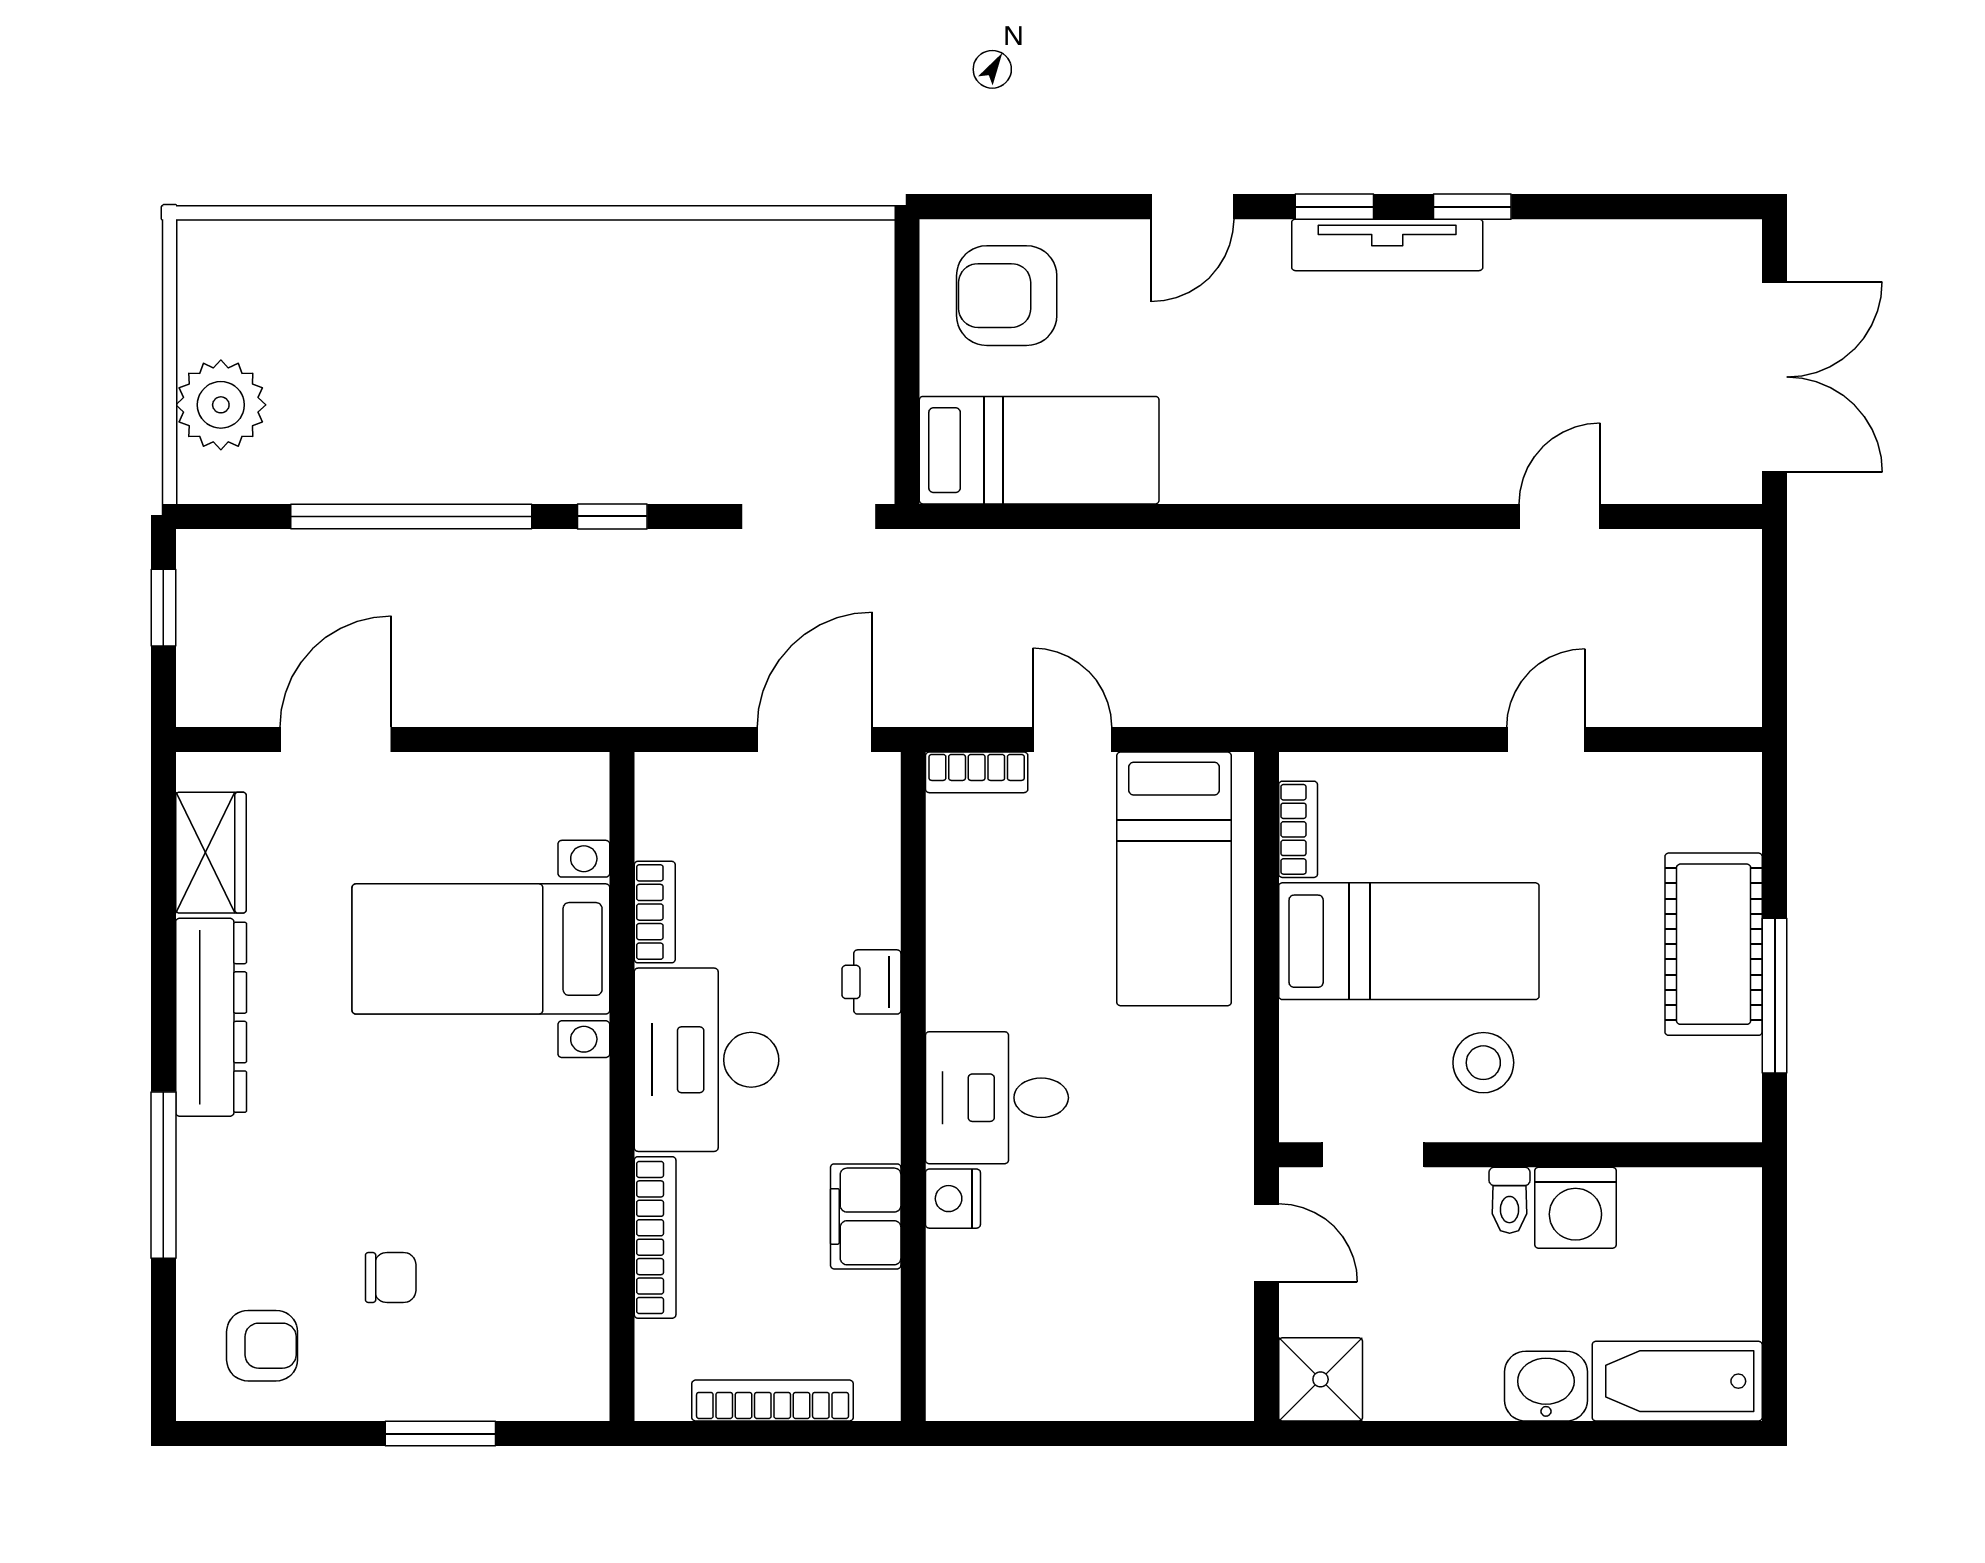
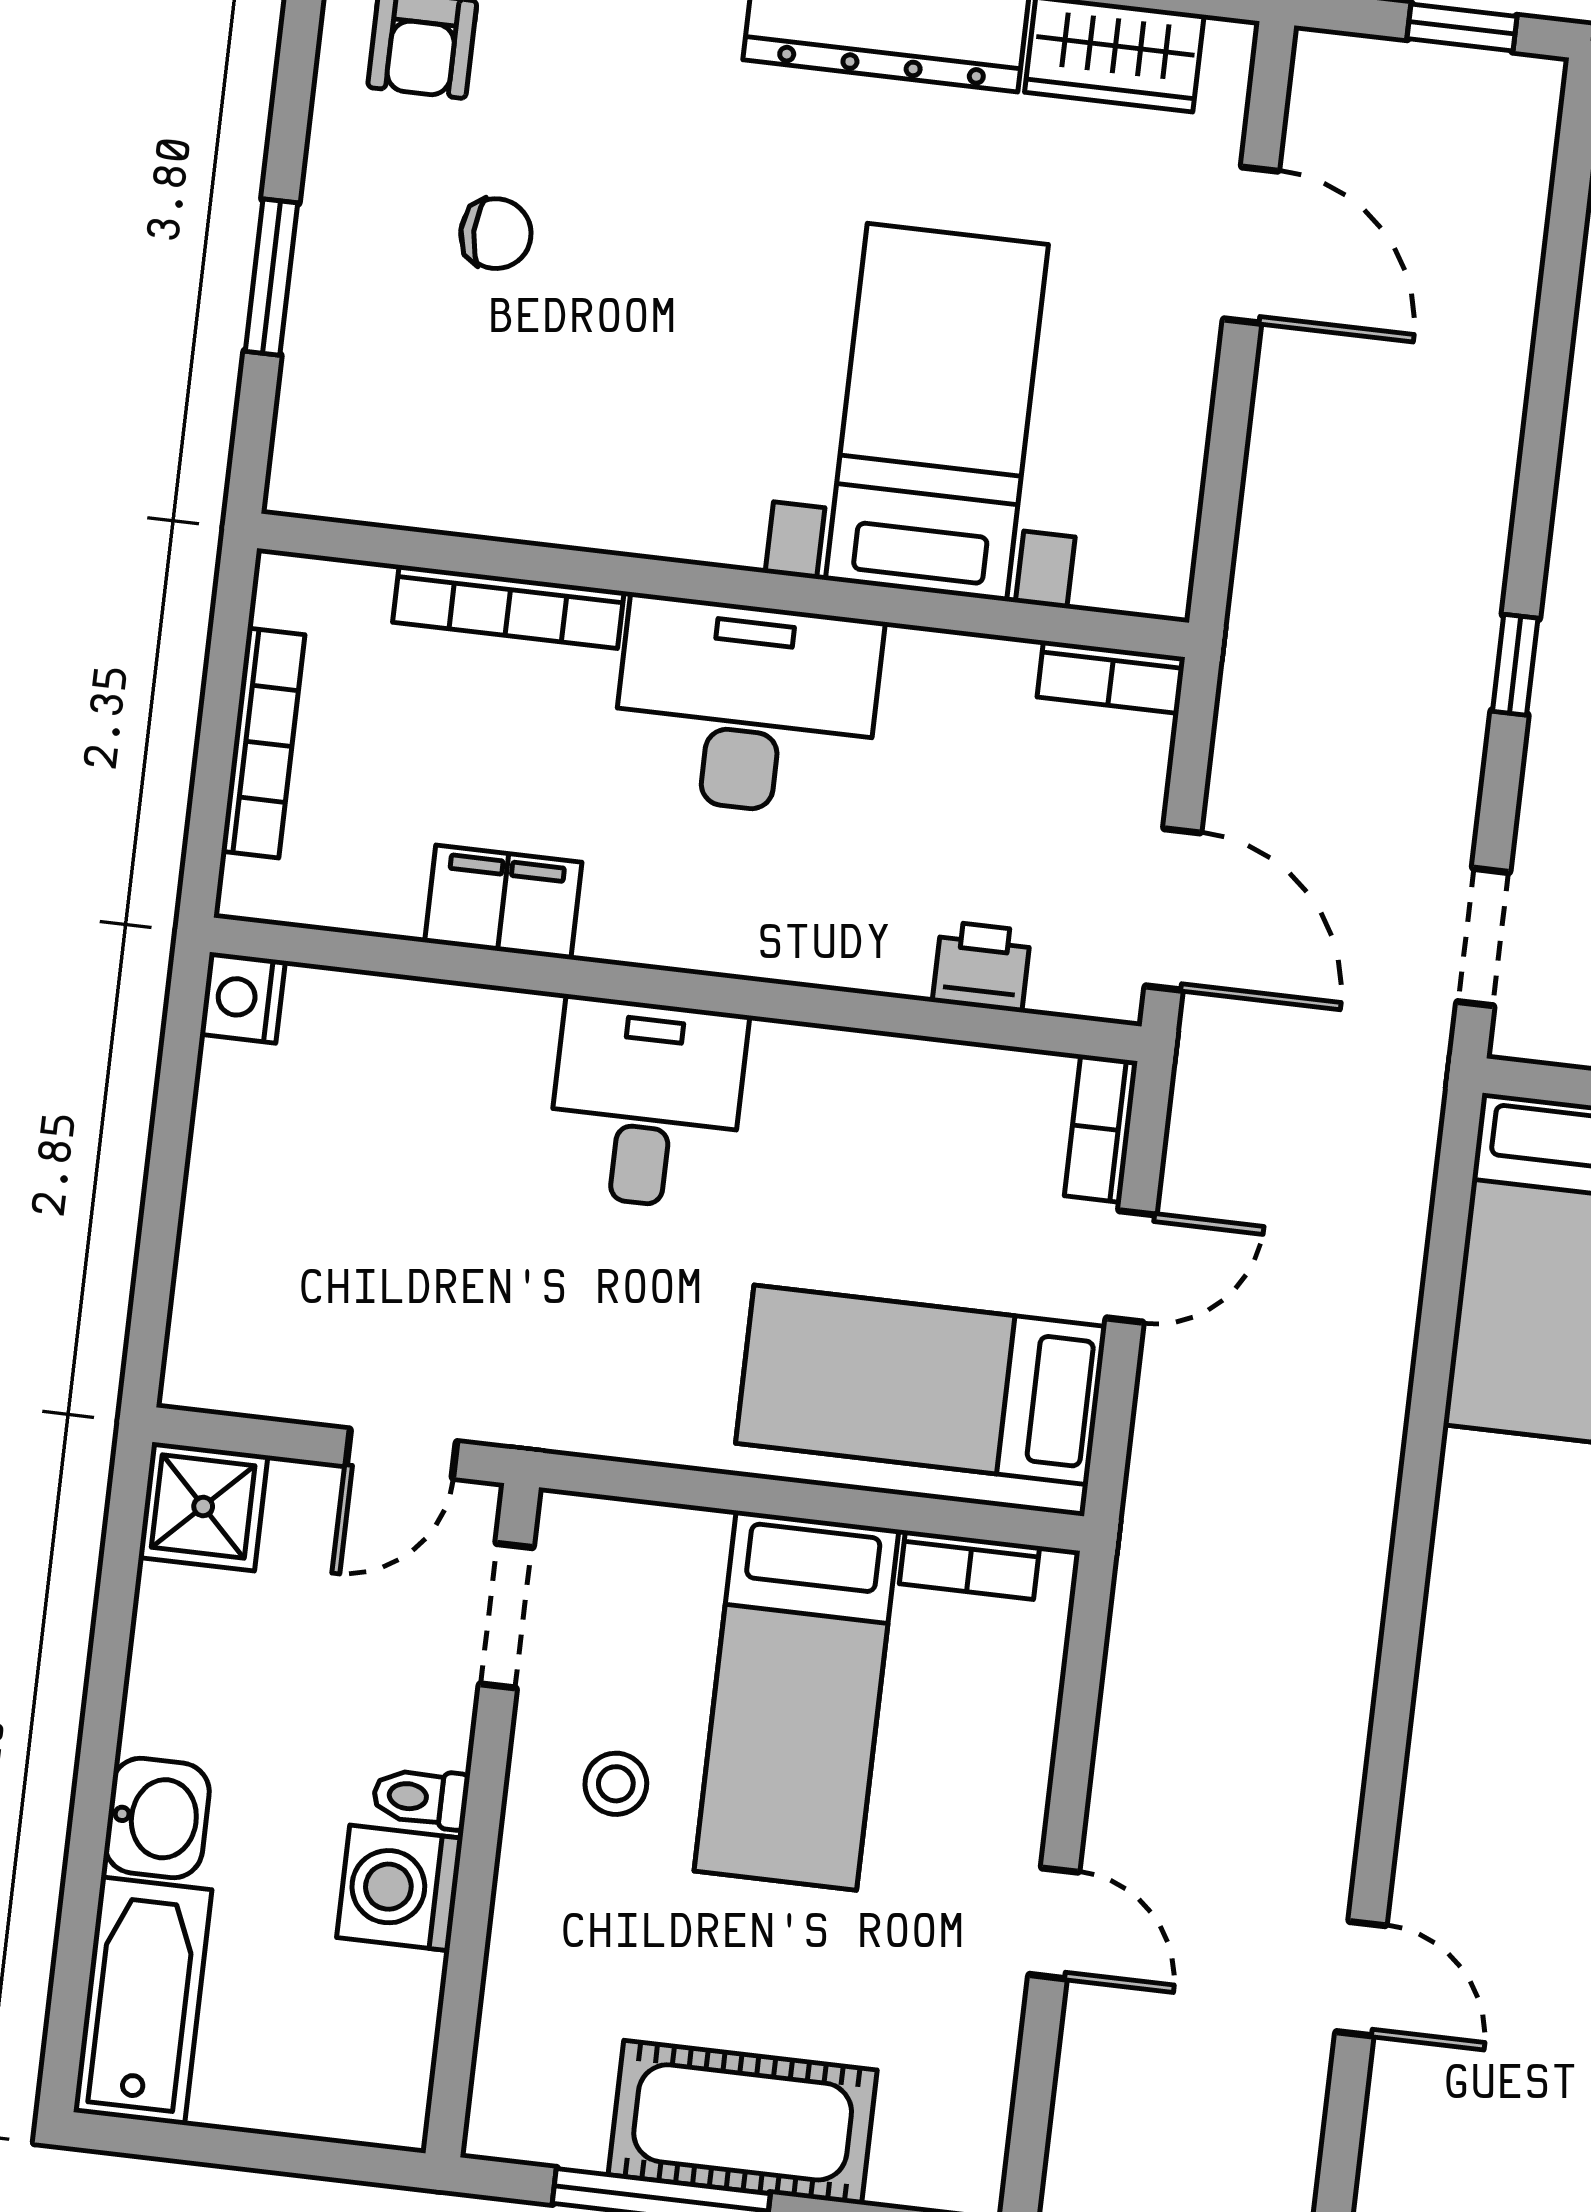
window: (411, 516) -> (1548, 386), removed
doorway: (809, 516) -> (1483, 937), width x0.73
bookcase: (655, 912) -> (1111, 677), moved
printer: (871, 982) -> (982, 967), moved
stool: (1483, 1063) -> (616, 1784), width x0.73, depth x0.73
nightstand: (953, 1199) -> (243, 998), moved, turned -90
chair: (391, 1277) -> (496, 234), turned -90

